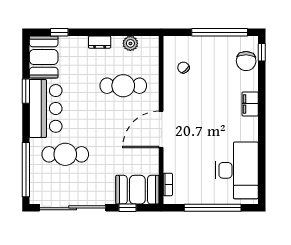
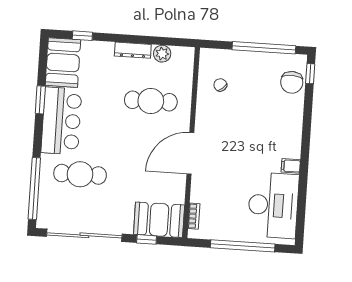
dresser: (100, 42) -> (133, 50), width x1.44
filing cabinet: (250, 104) -> (291, 166), moved, width x0.50

